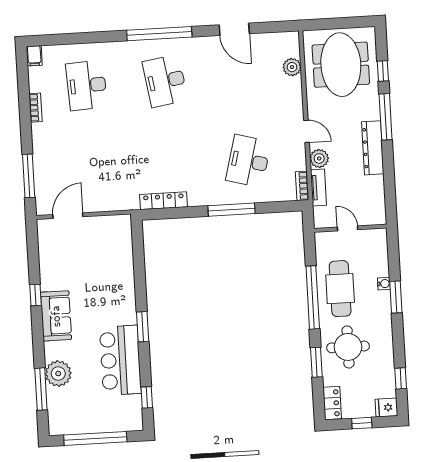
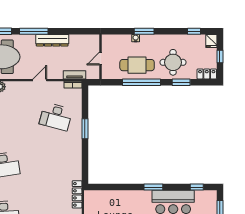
plant: (319, 158) -> (57, 73), removed
locker: (164, 201) -> (77, 194), moved
window: (231, 210) -> (85, 129), width x0.69

